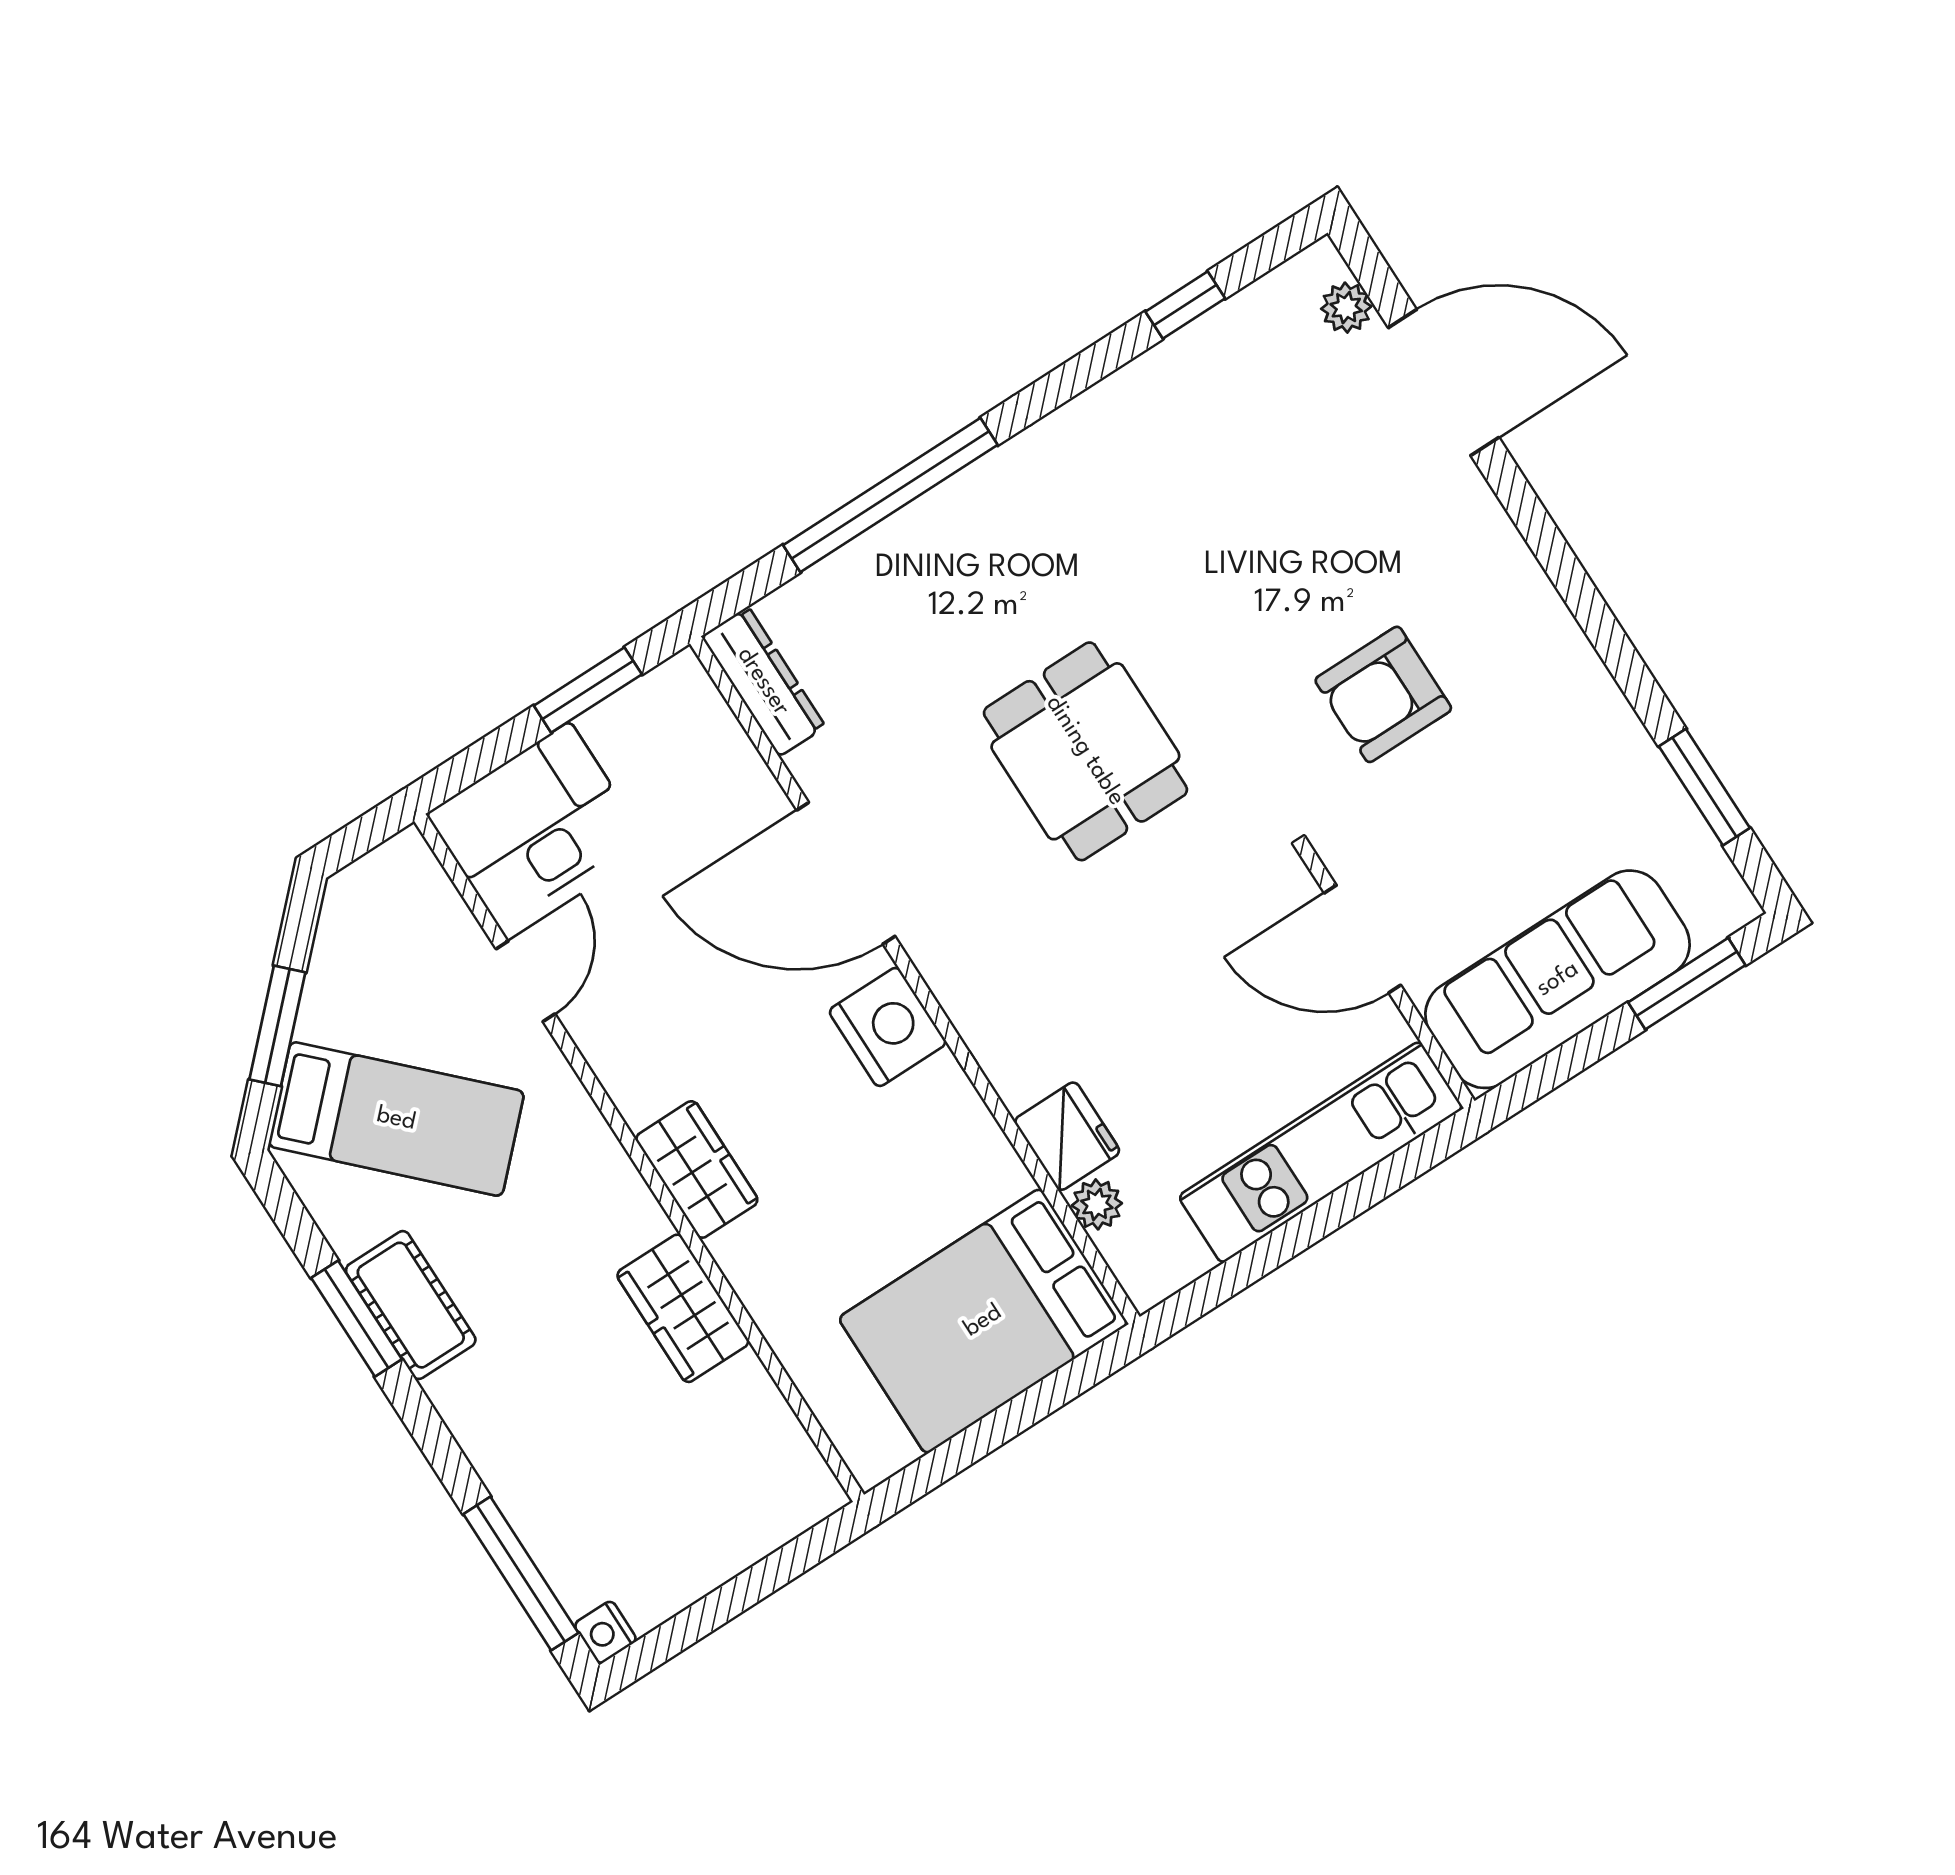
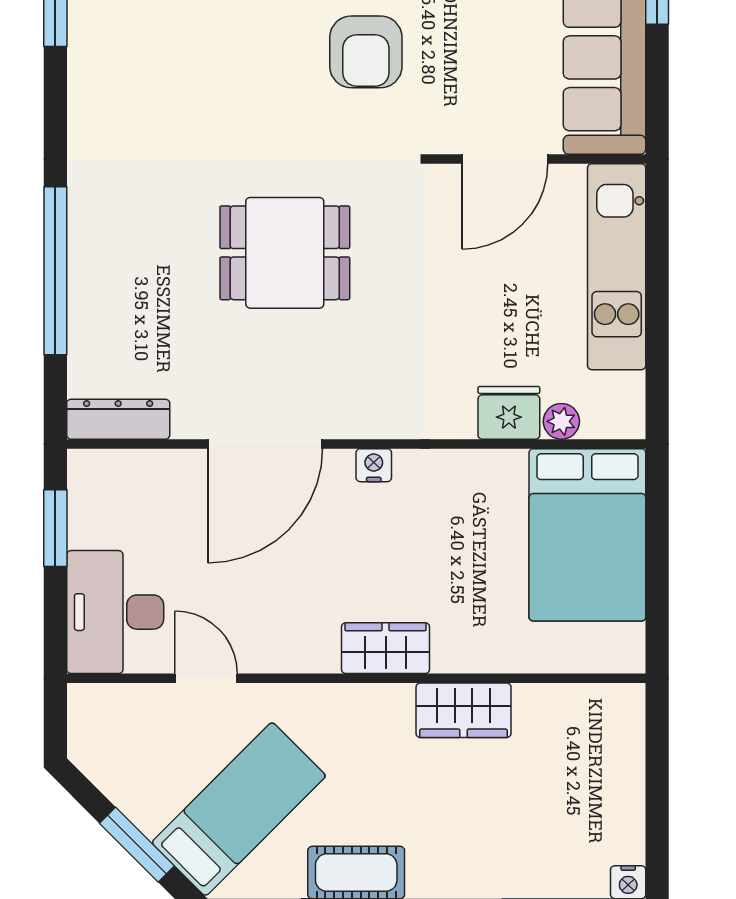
nightstand: (888, 1027) -> (374, 465), width x0.53, depth x0.56

